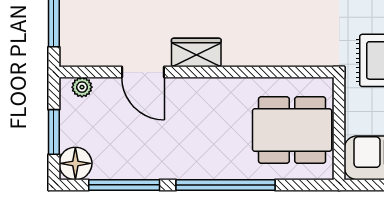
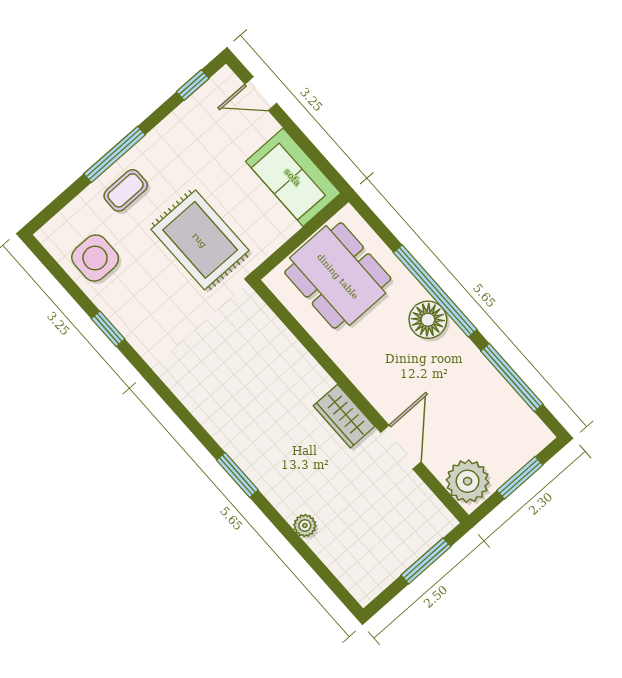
plant: (82, 87) -> (468, 481), width x1.88, depth x1.88
floor lamp: (75, 163) -> (428, 320), moved

